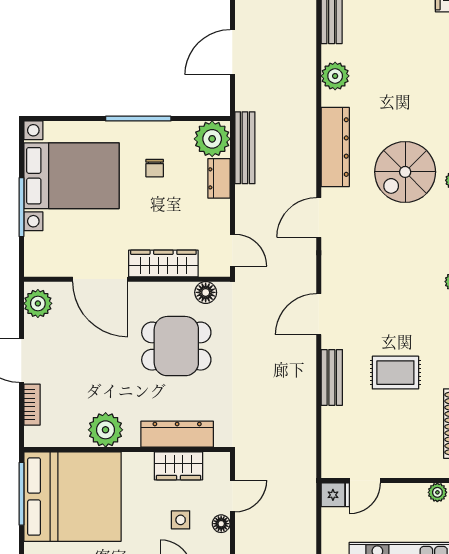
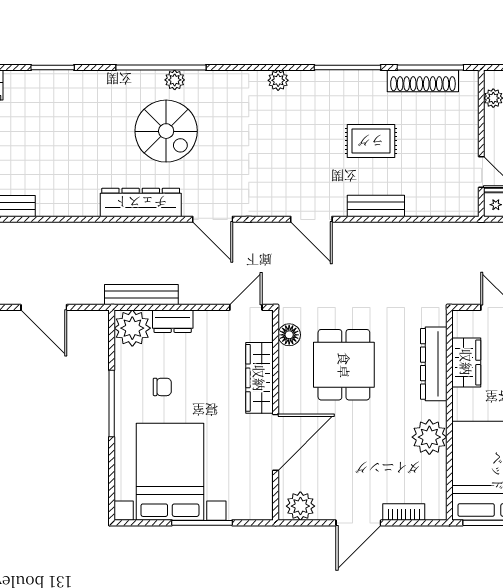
plant: (335, 76) -> (68, 203), removed
rug: (395, 373) -> (371, 141), turned 90

